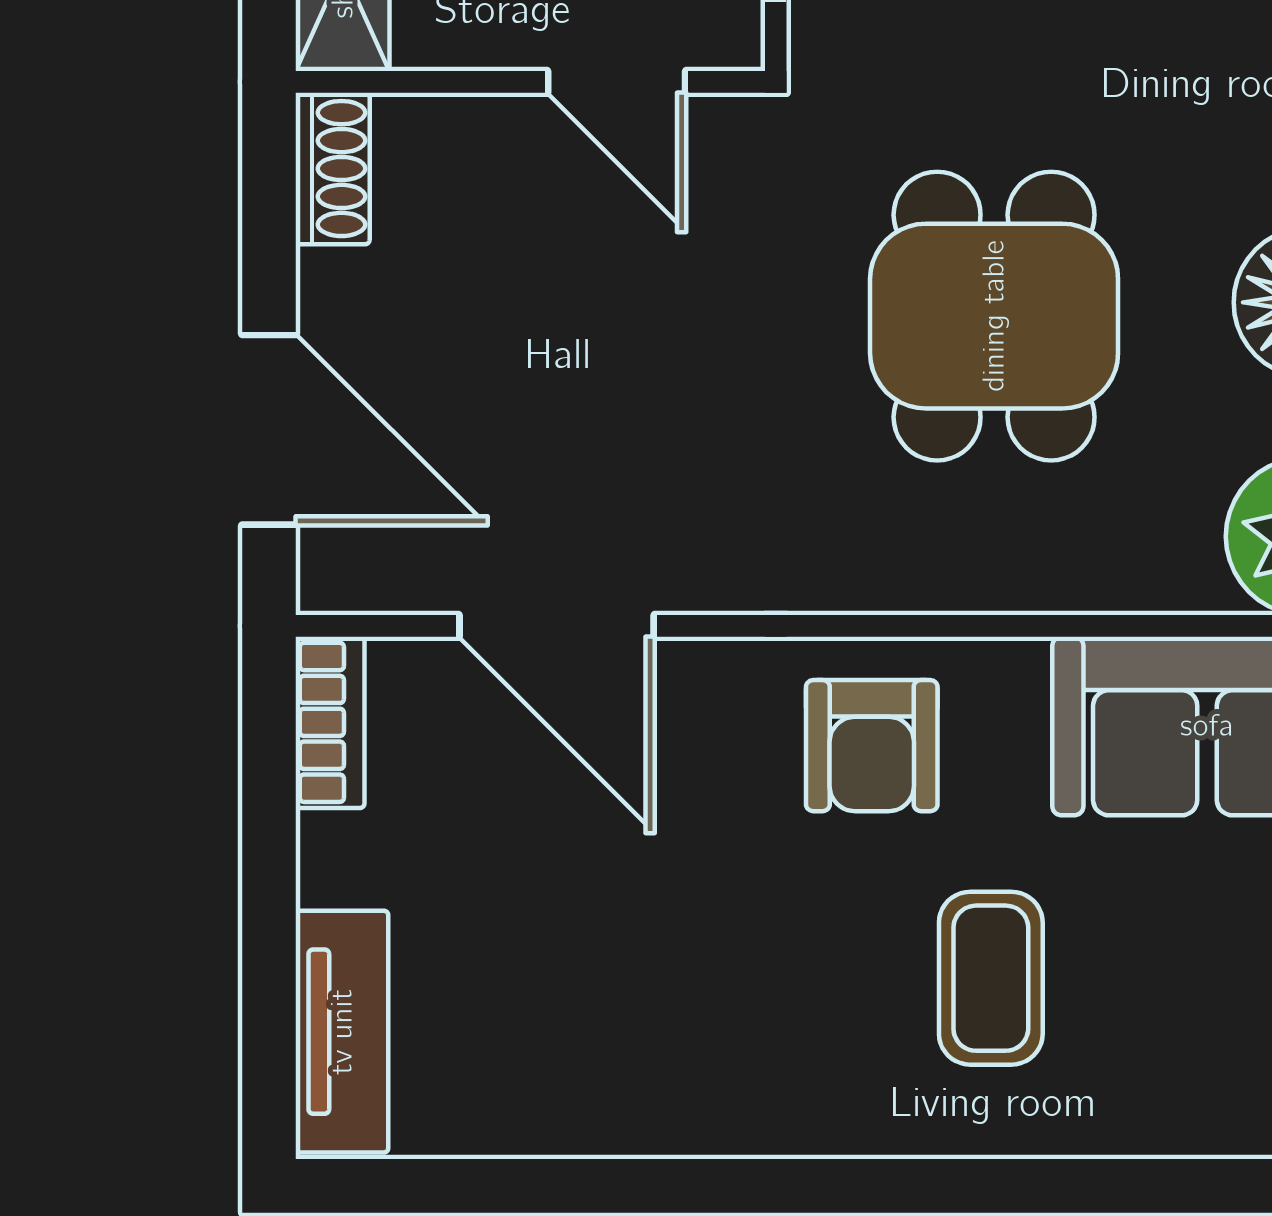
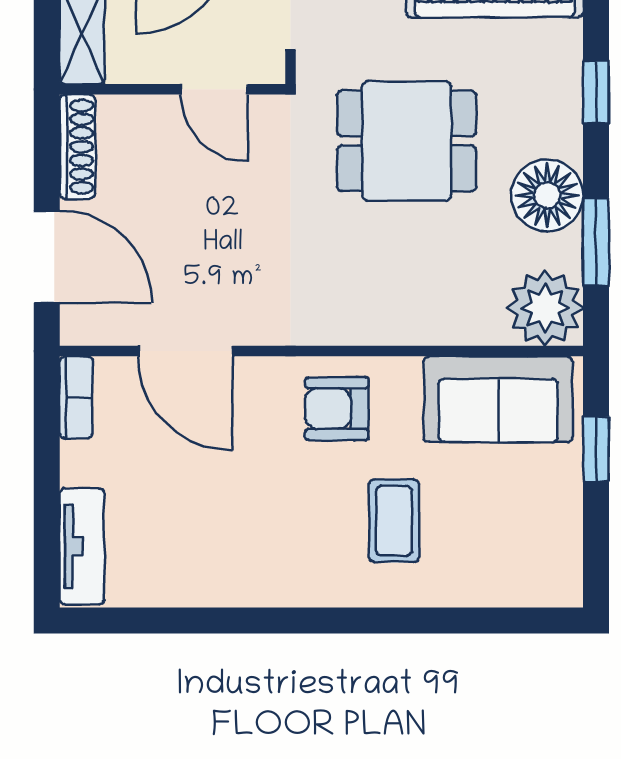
shoe rack: (333, 169) -> (77, 147), width x1.43
dining table: (994, 316) -> (407, 141), moved, turned 90
armchair: (872, 746) -> (337, 409), turned 90

